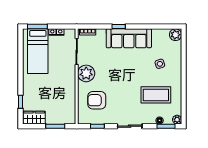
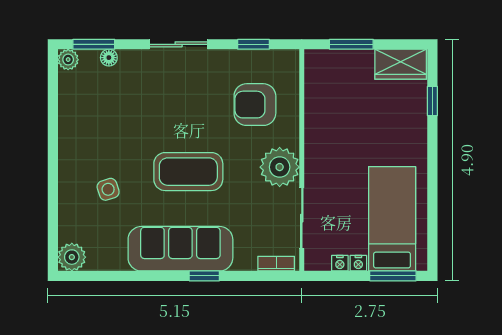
coffee table: (156, 95) -> (188, 172), moved
armchair: (97, 100) -> (255, 105), turned 180

